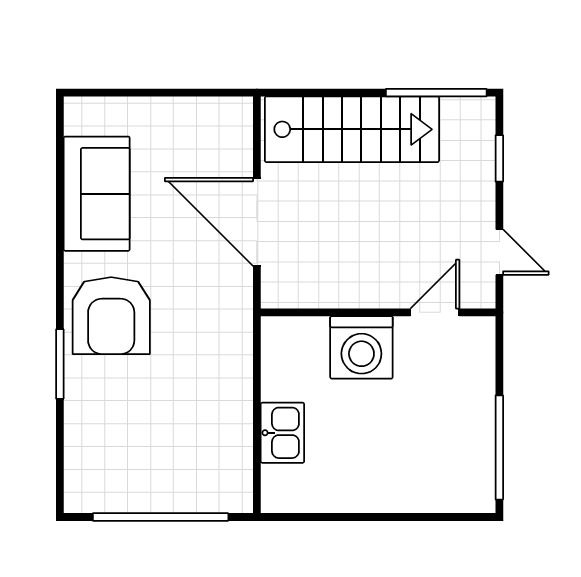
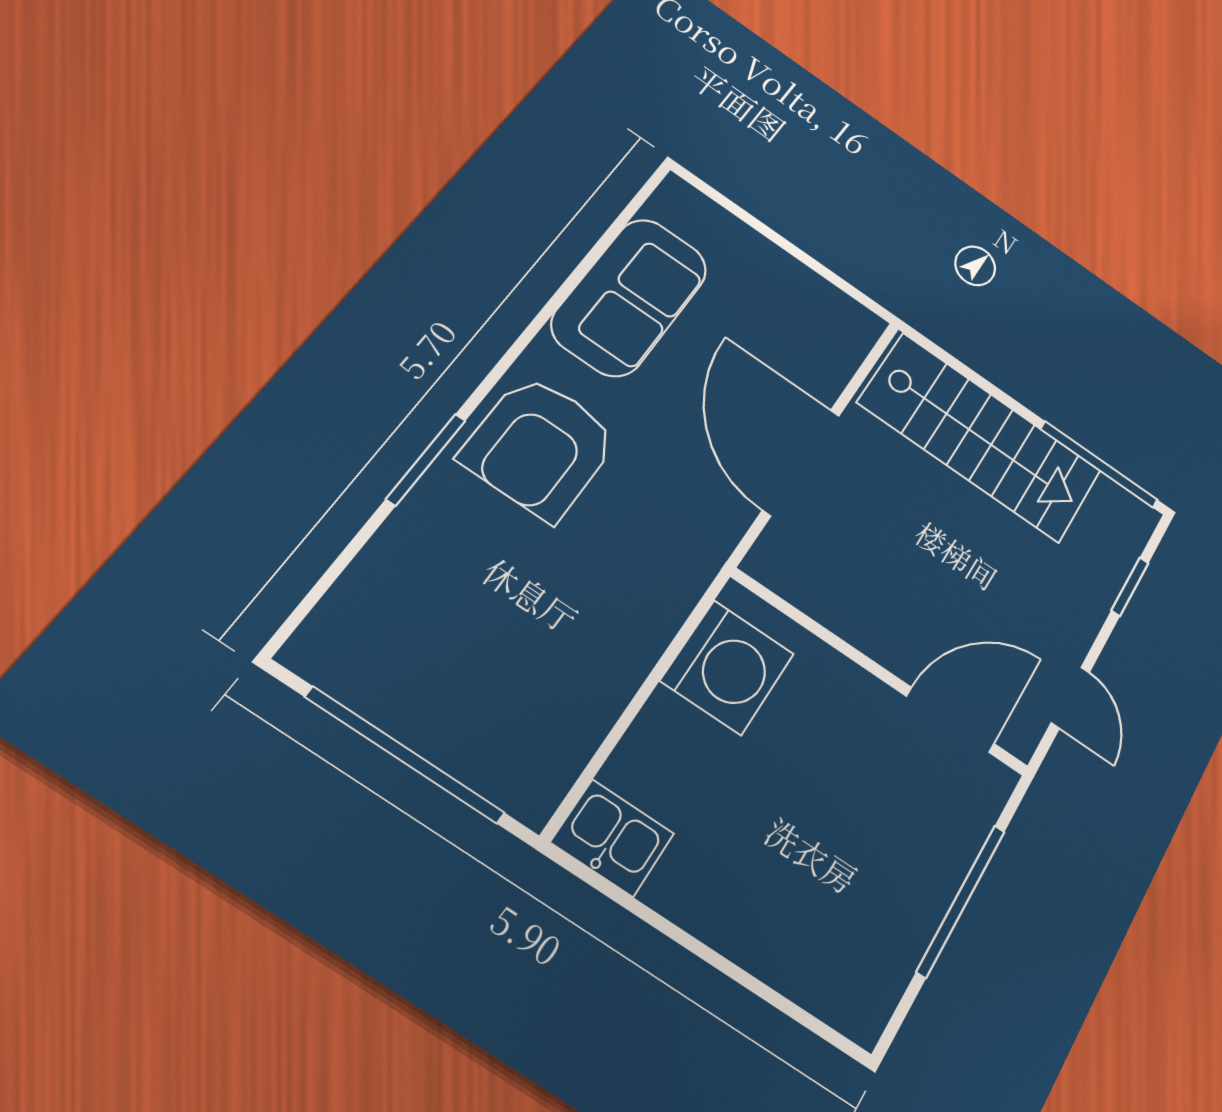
door: (435, 312) -> (950, 720), width x1.38
washing machine: (361, 347) -> (728, 667), moved, turned -90
kitchen sink: (282, 433) -> (613, 838), moved, turned -90
window: (499, 447) -> (961, 900), moved

